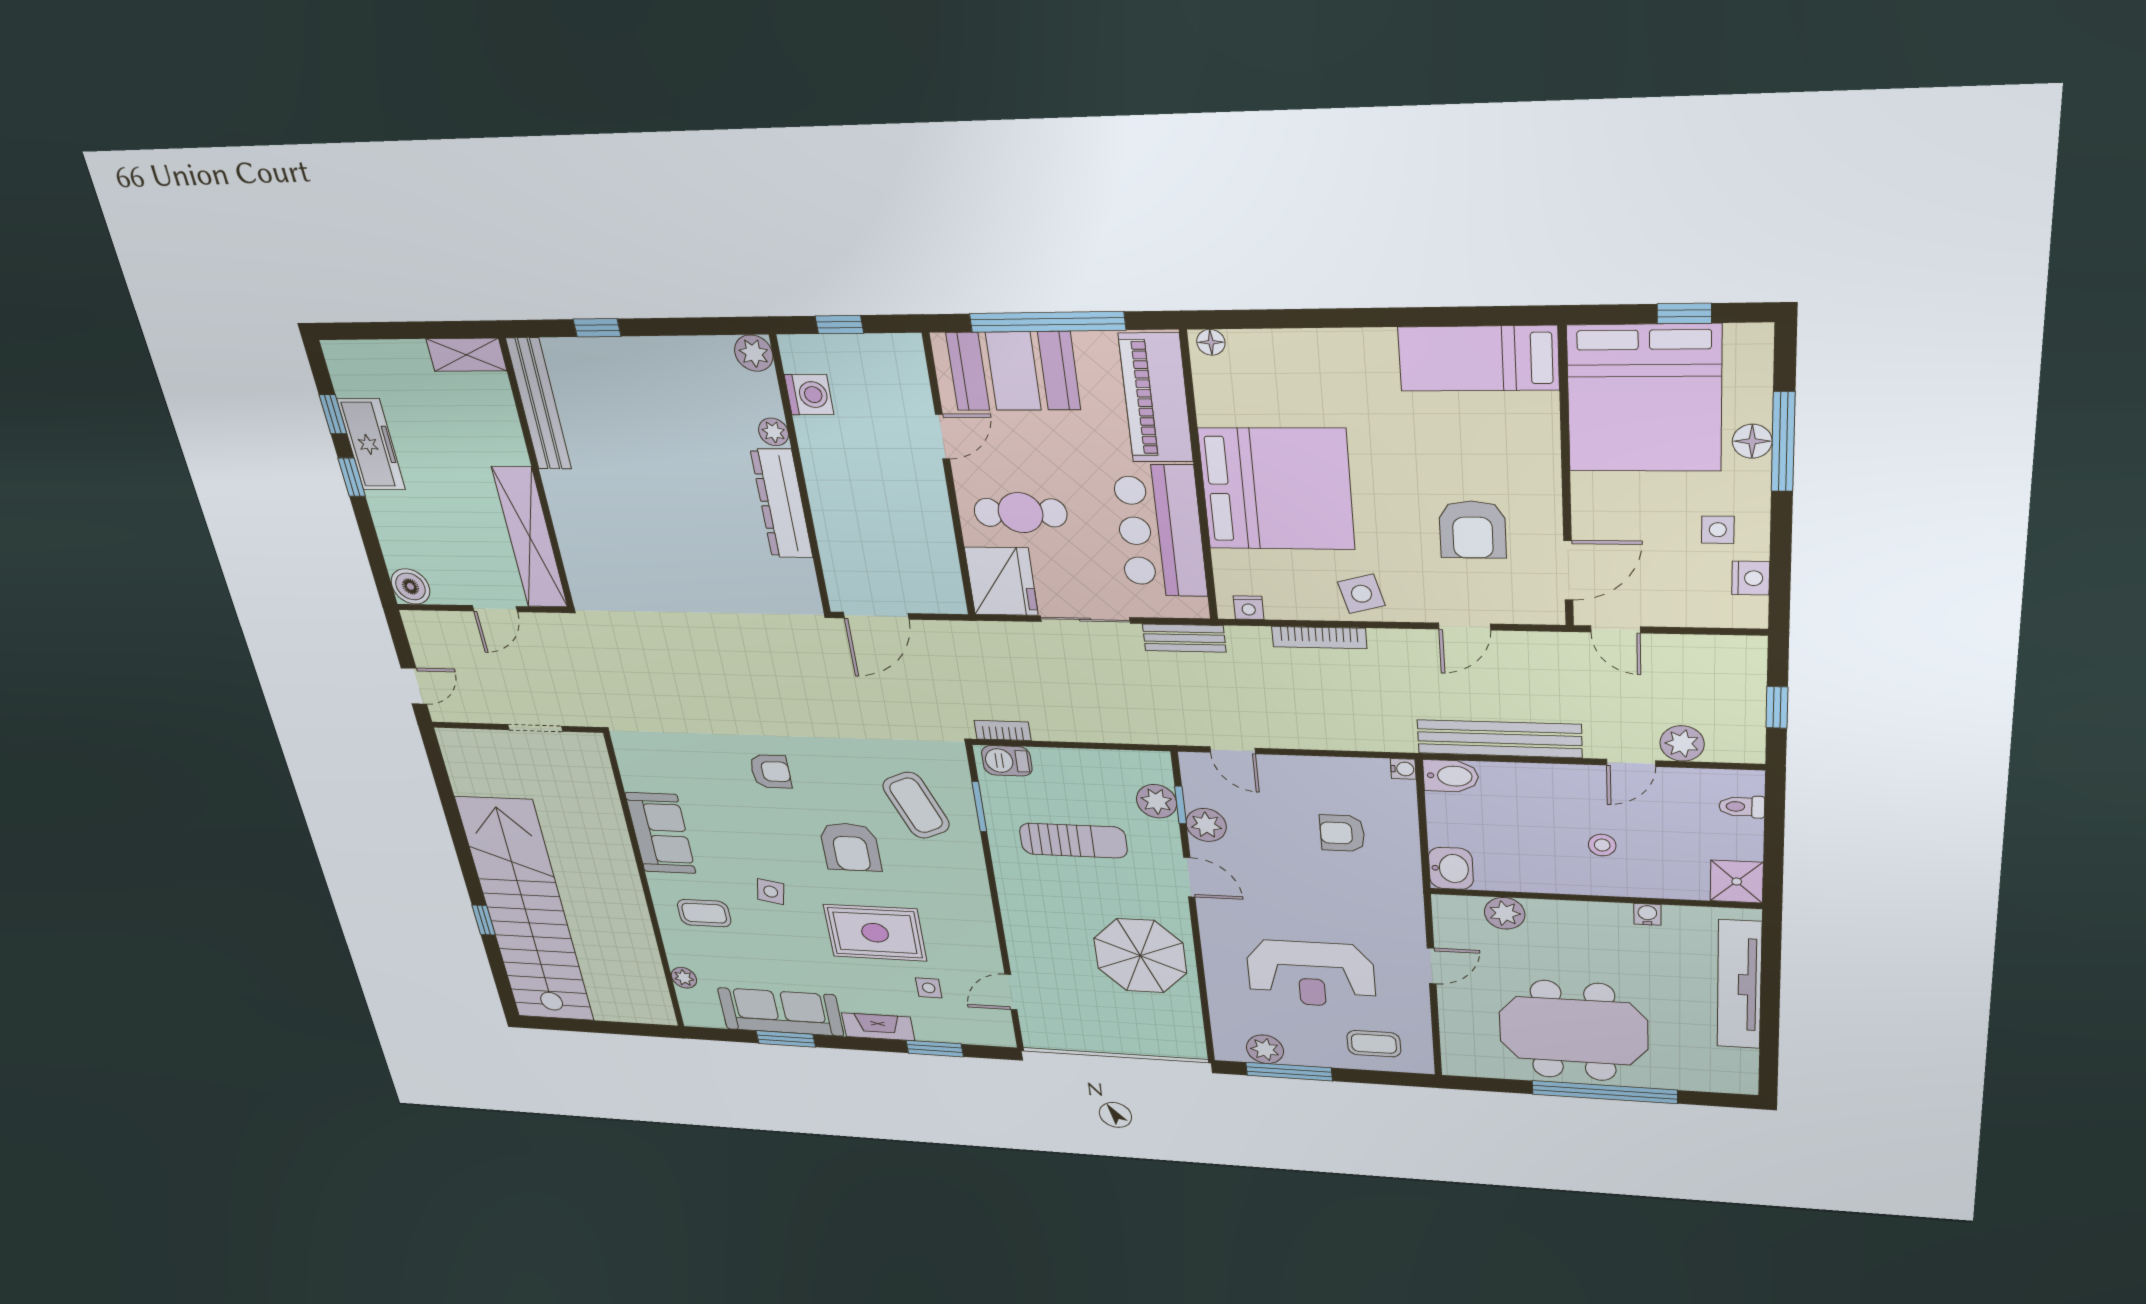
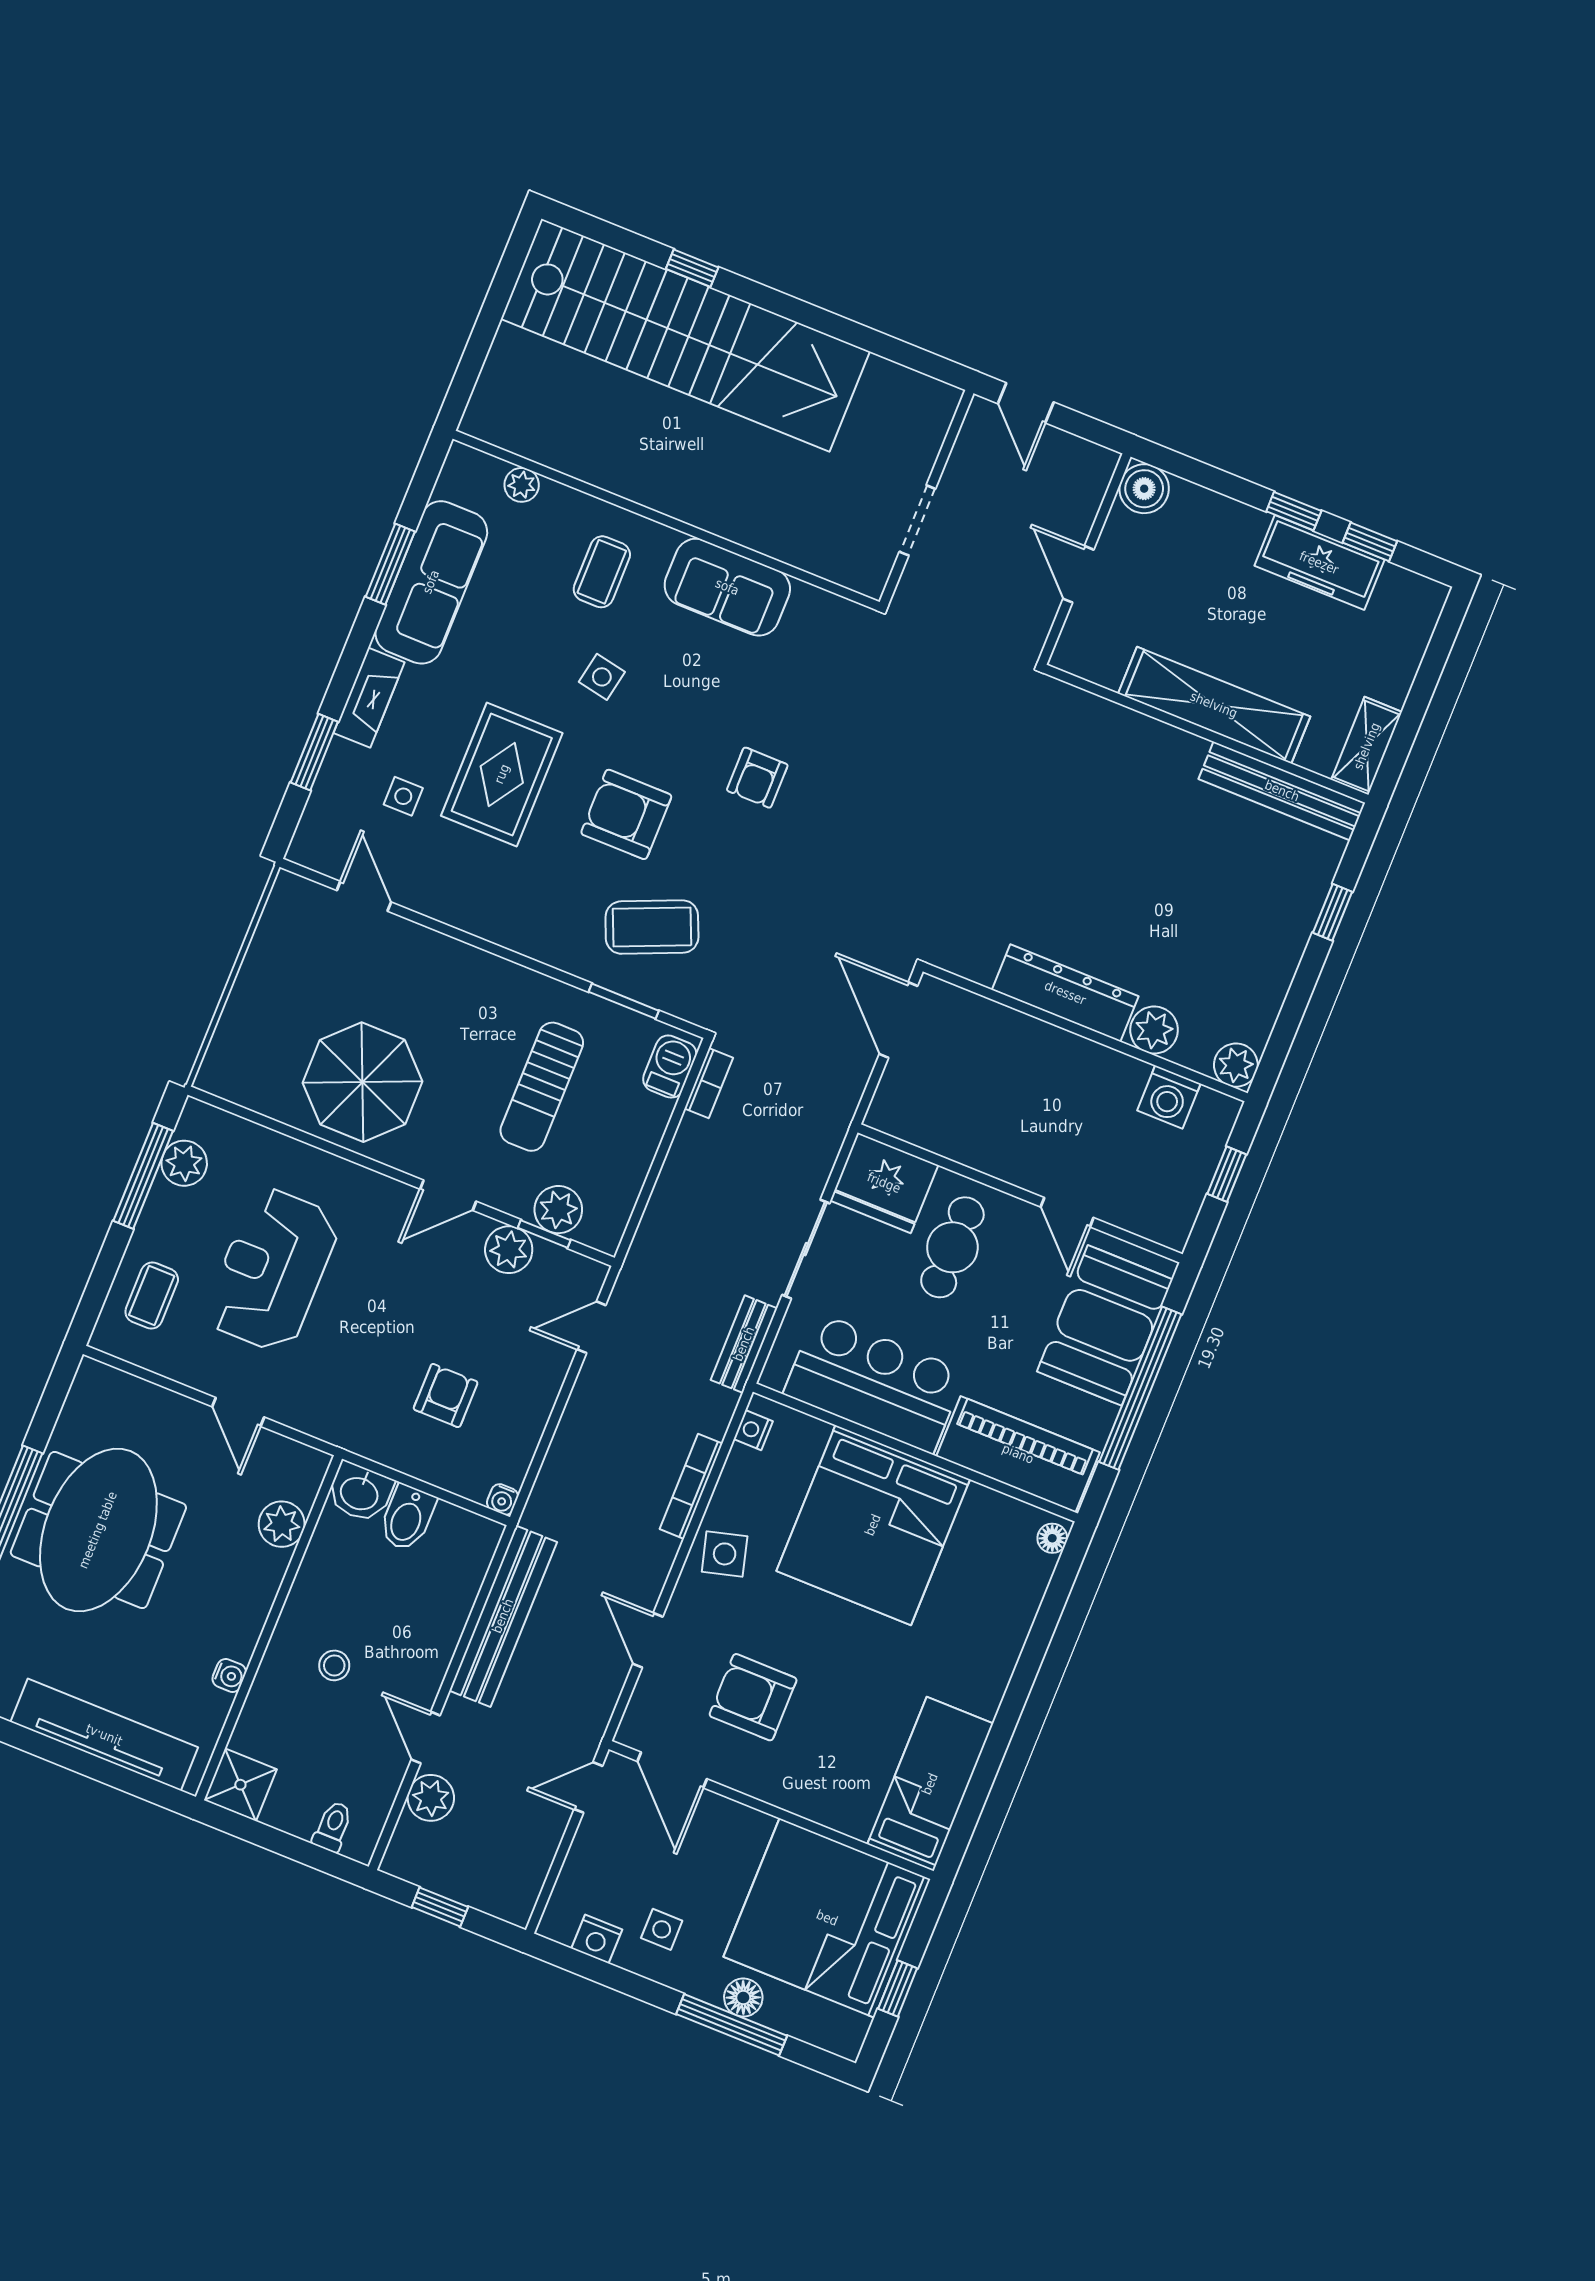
plant: (774, 432) -> (1154, 1030), width x1.38, depth x1.38
shelving: (530, 538) -> (1214, 705), moved
bidet: (1451, 776) -> (407, 1518), moved

